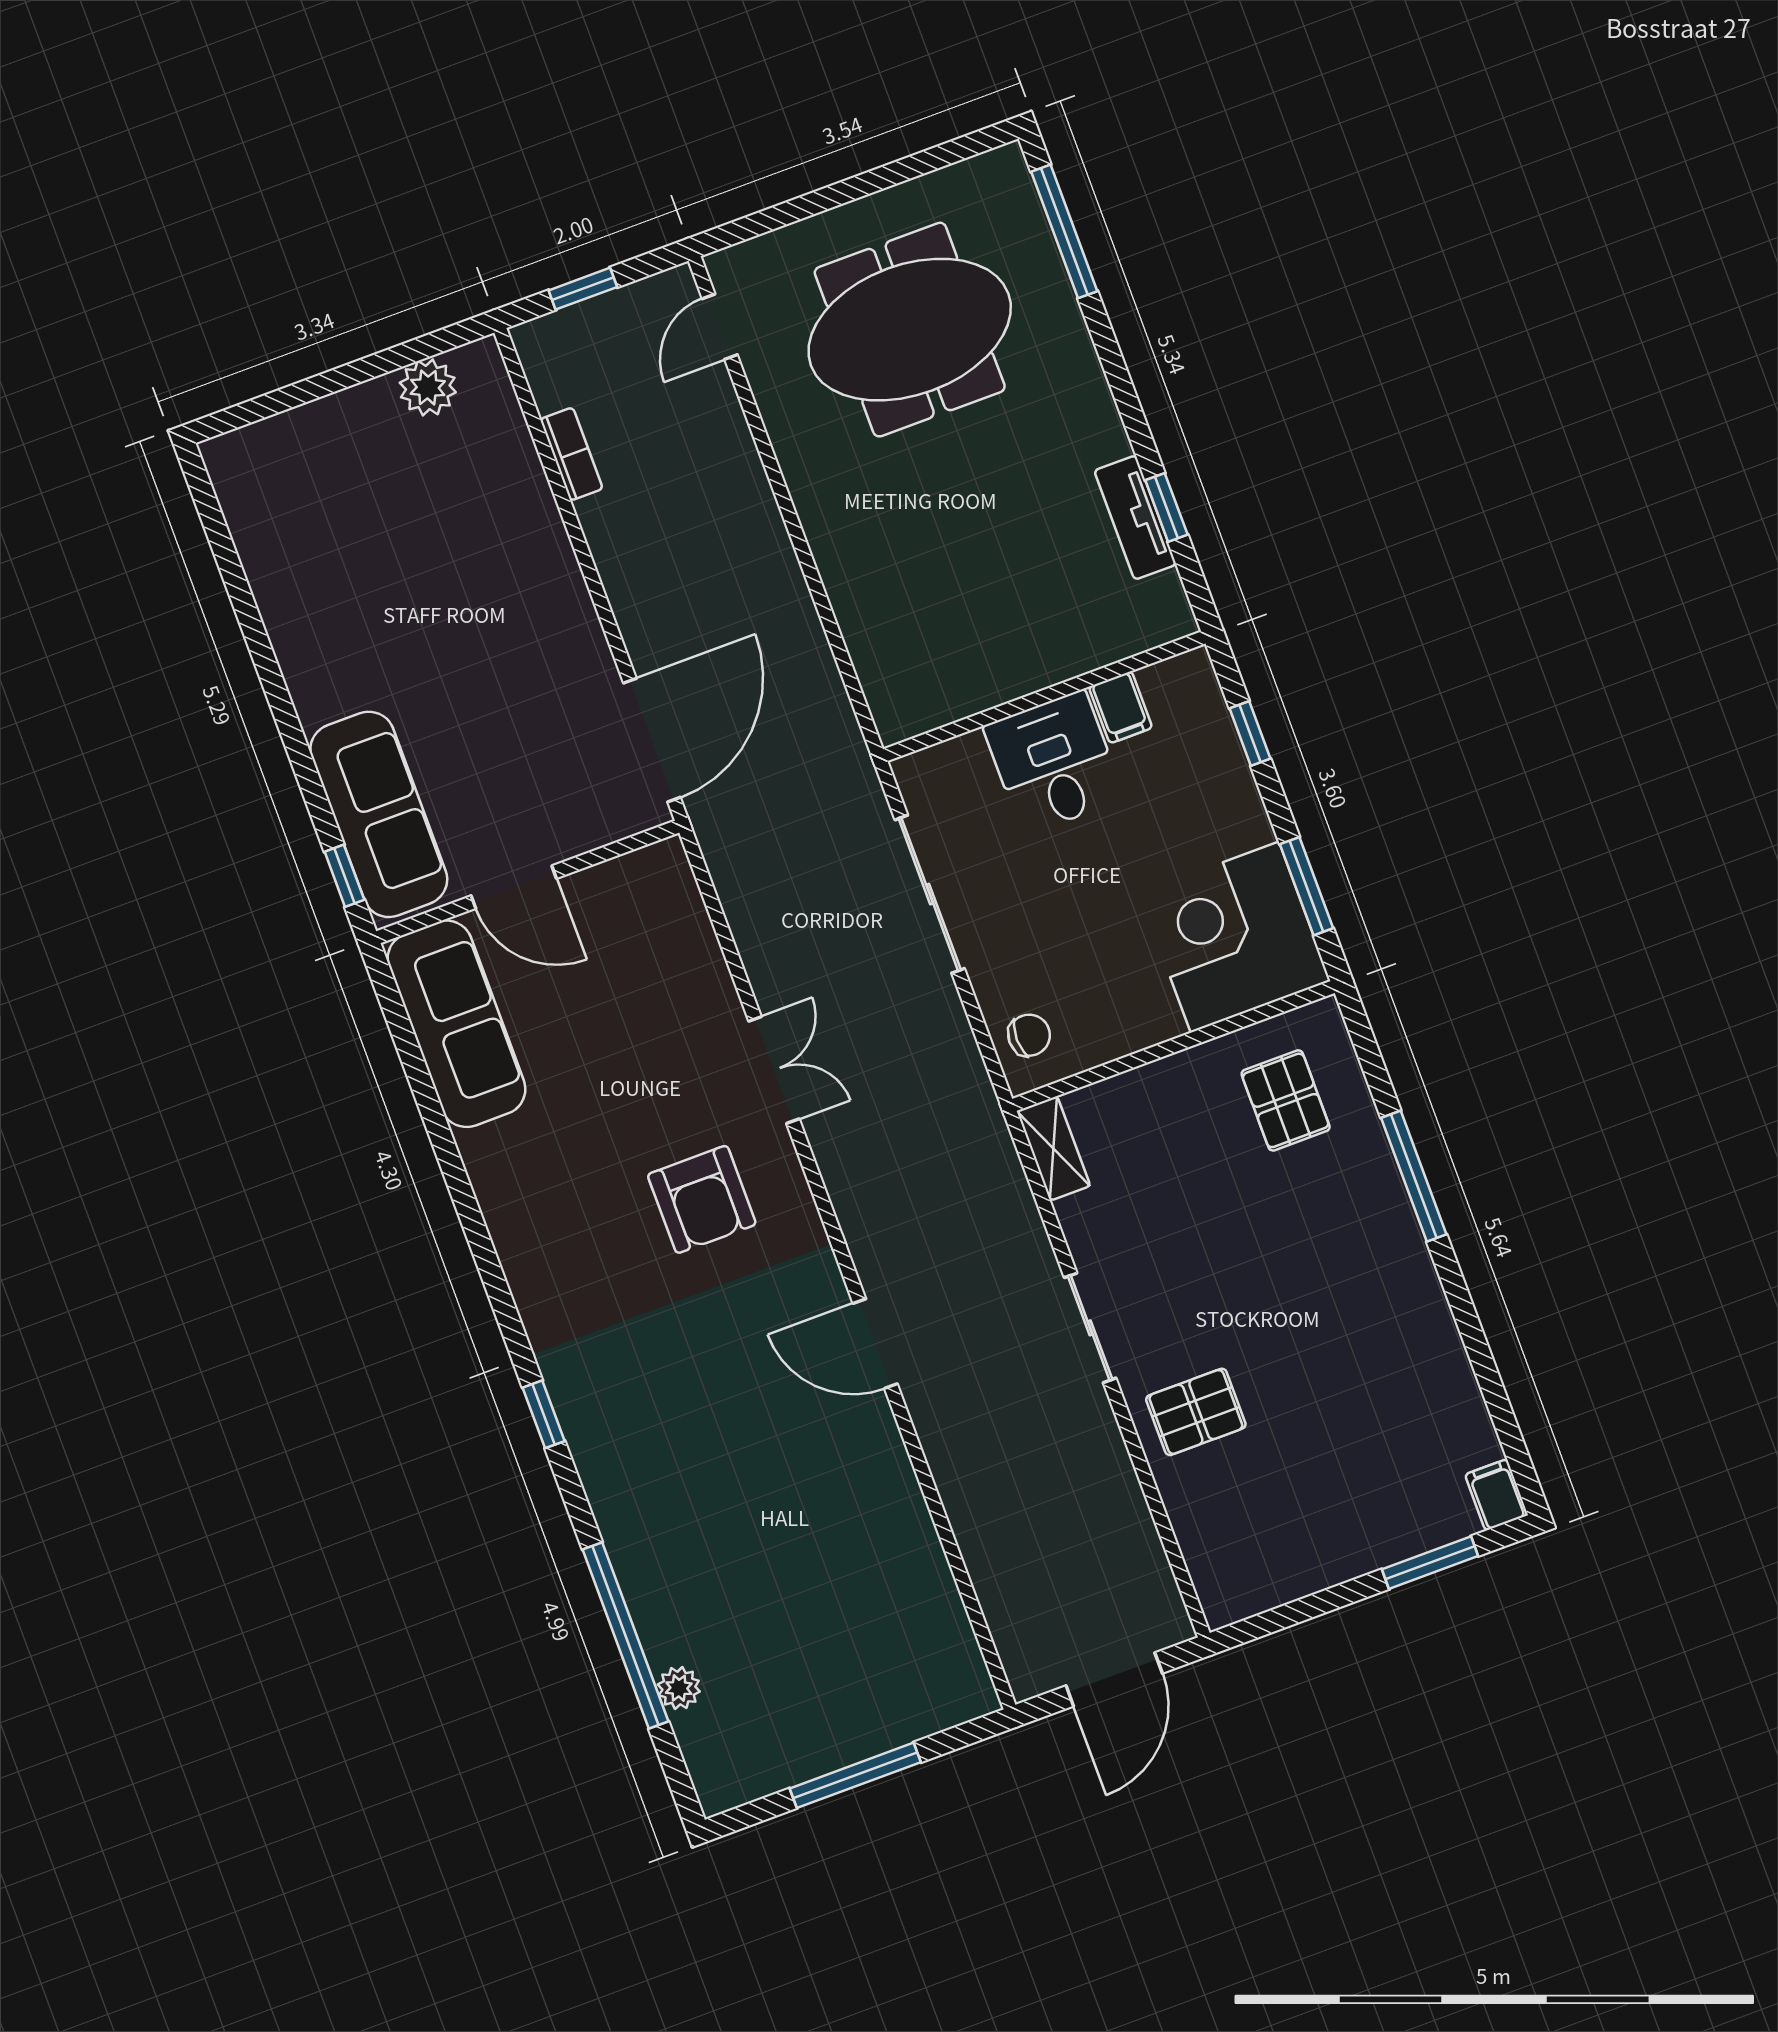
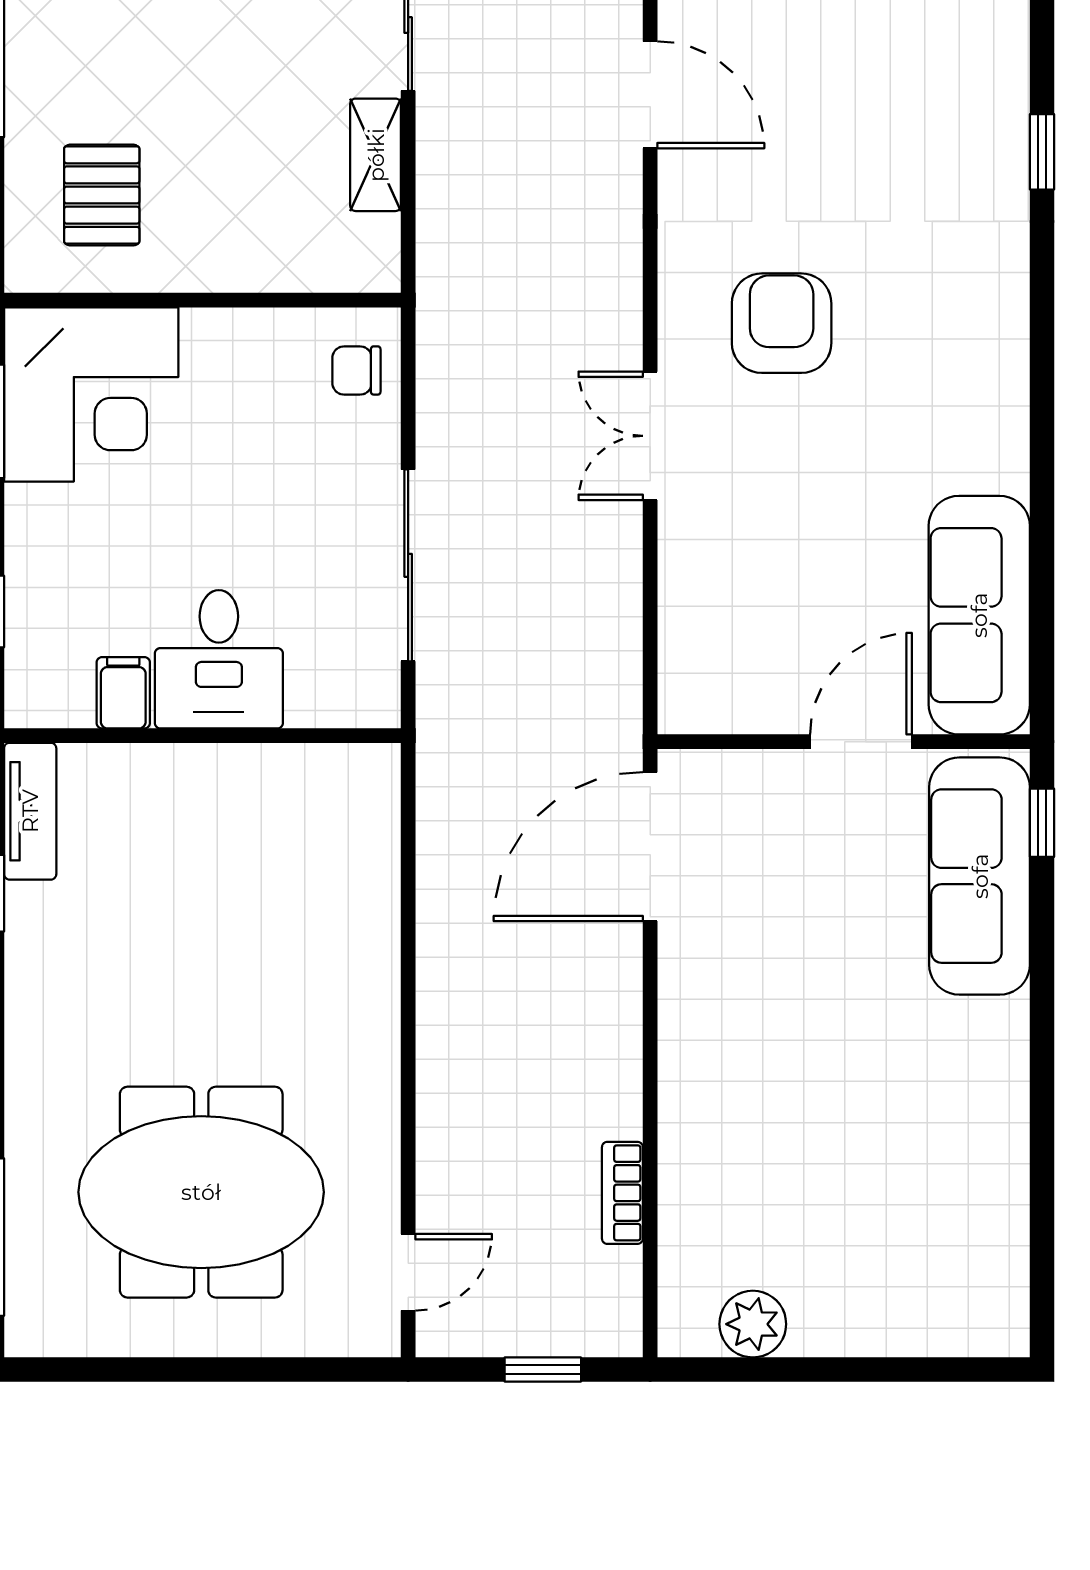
tv unit: (1135, 518) -> (30, 811), moved
door: (514, 887) -> (861, 742), hinge flipped
shelving: (1053, 1148) -> (376, 155), moved

